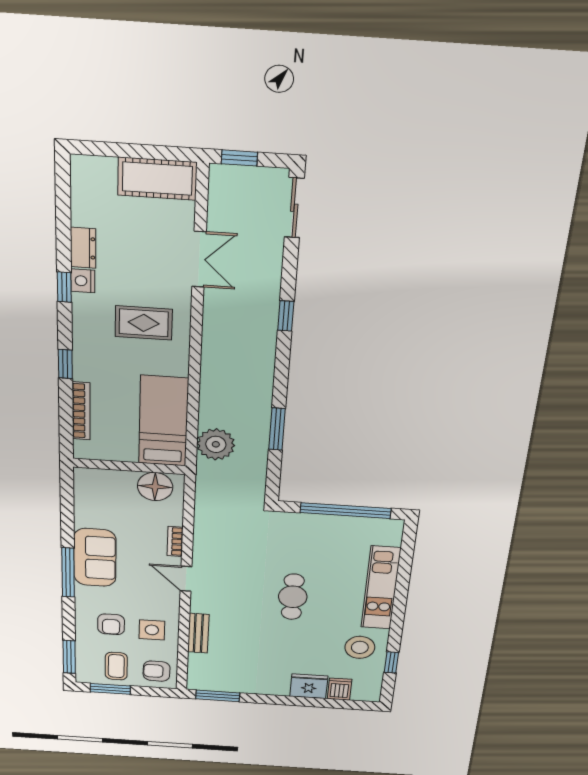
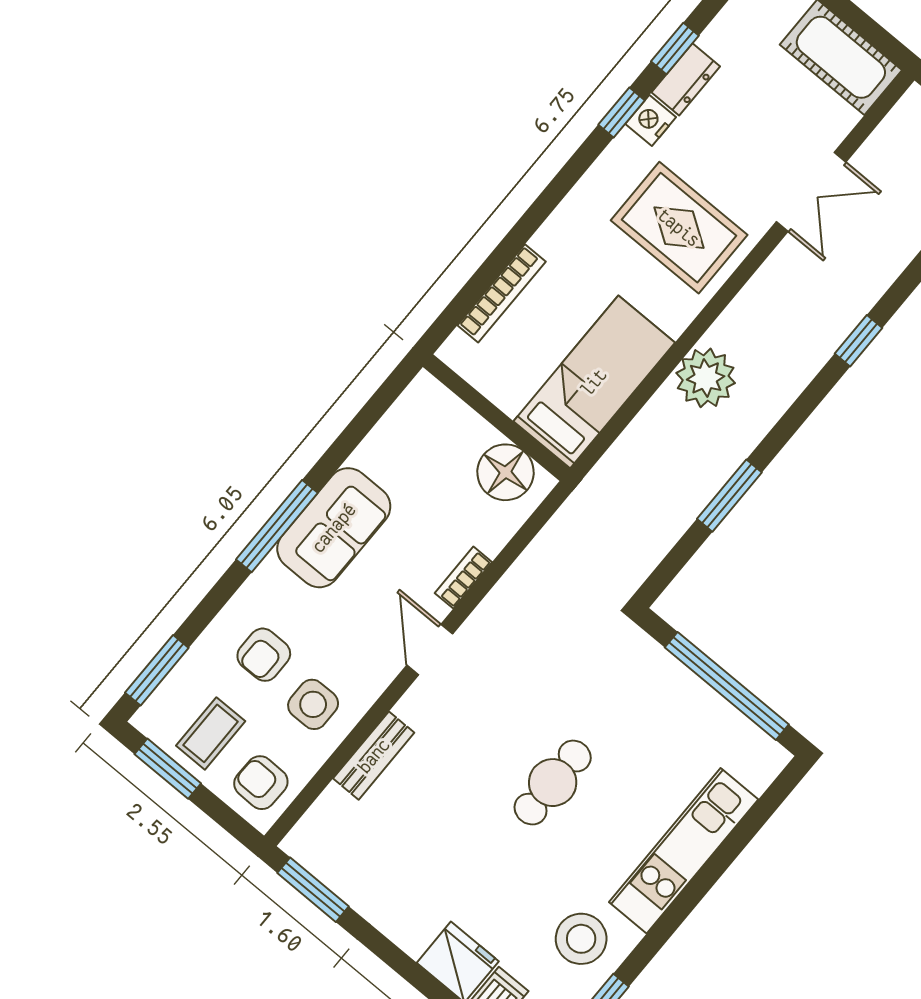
rug: (144, 323) -> (679, 228), width x1.36, depth x1.43
window: (65, 364) -> (675, 48), moved
plant: (216, 444) -> (706, 378), moved

